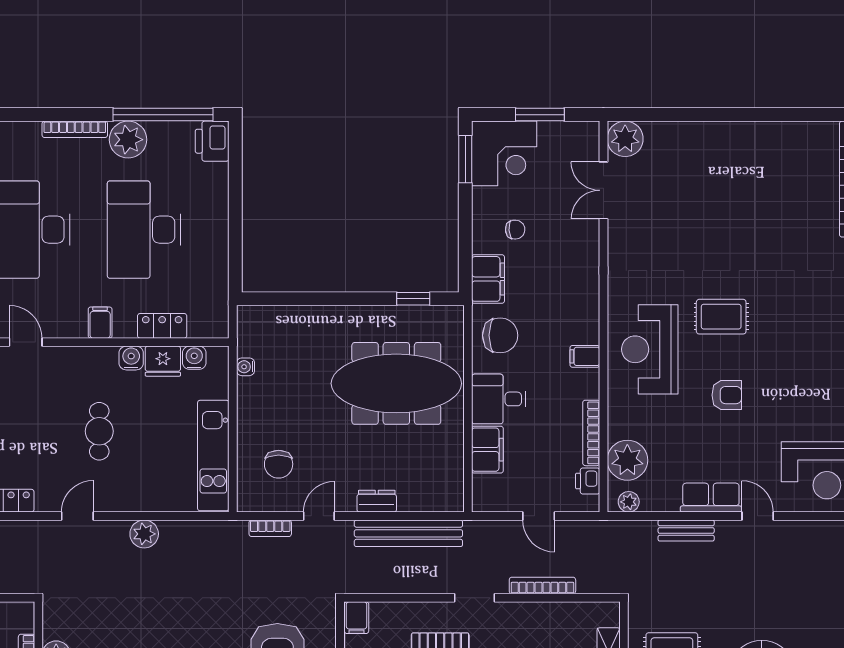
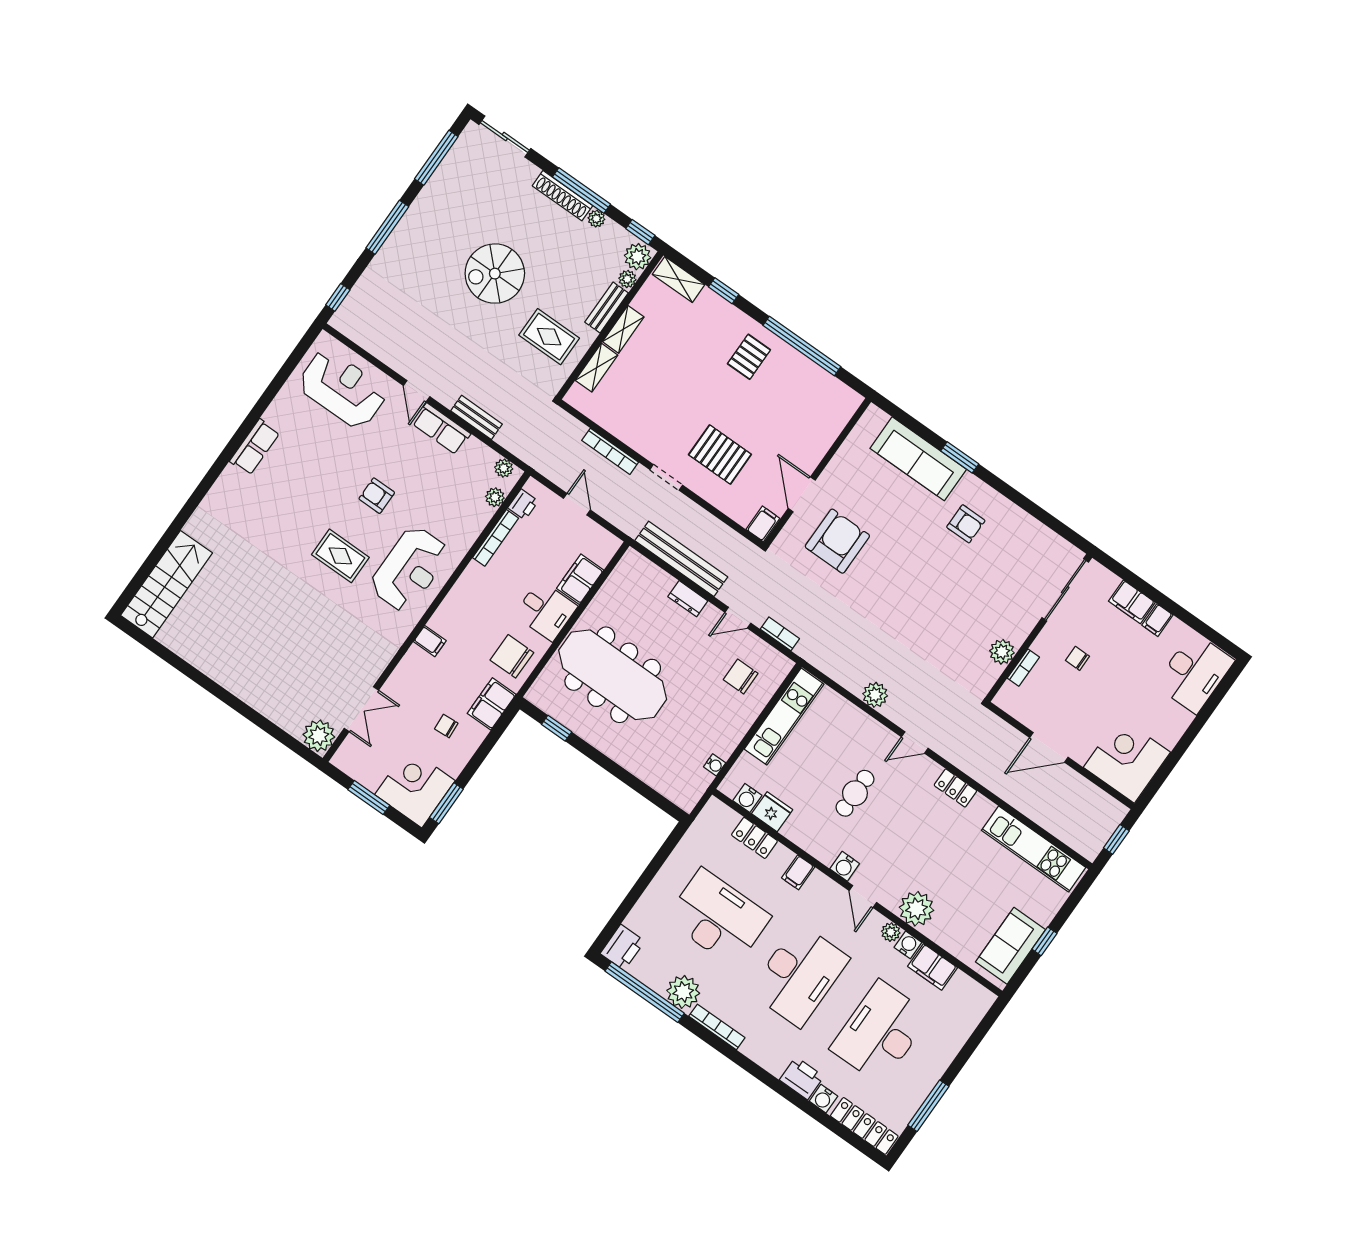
desk: (144, 230) -> (718, 918), turned -90
filing cabinet: (585, 356) -> (430, 641), moved
water cooler: (131, 358) -> (845, 866), moved
plant: (627, 460) -> (495, 497), width x0.53, depth x0.53
chair: (279, 464) -> (741, 676), turned -90

